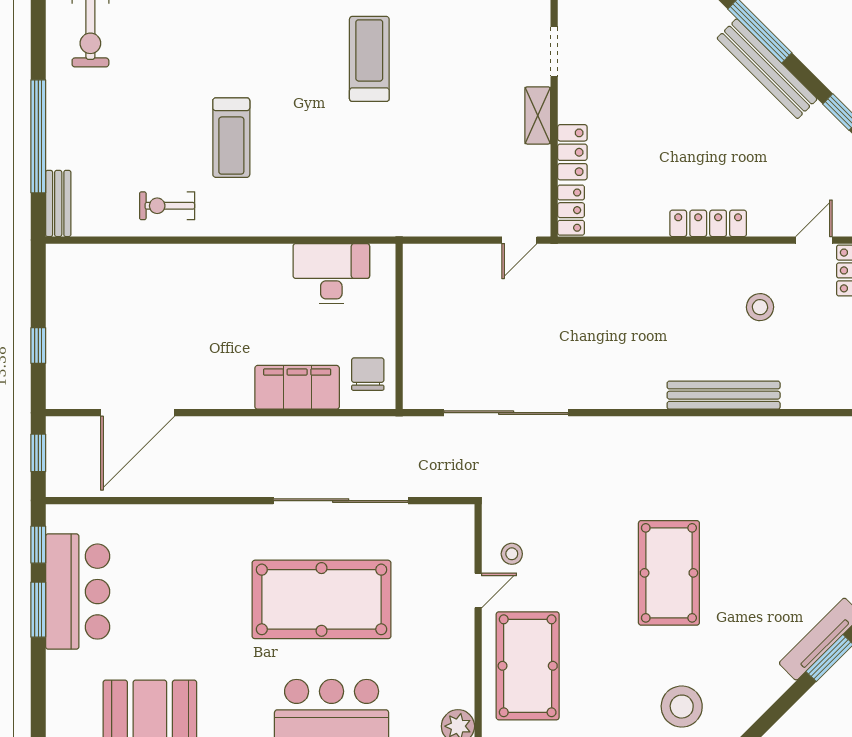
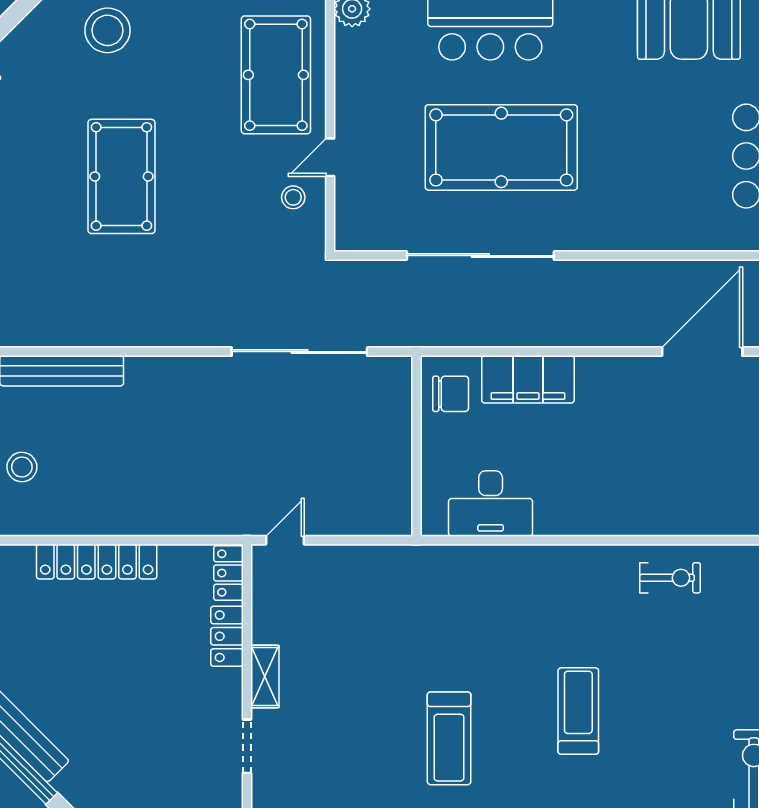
treadmill: (231, 138) -> (578, 711), moved
locker: (708, 223) -> (97, 562), width x1.41, depth x1.21
chair: (368, 374) -> (451, 394), turned -90

